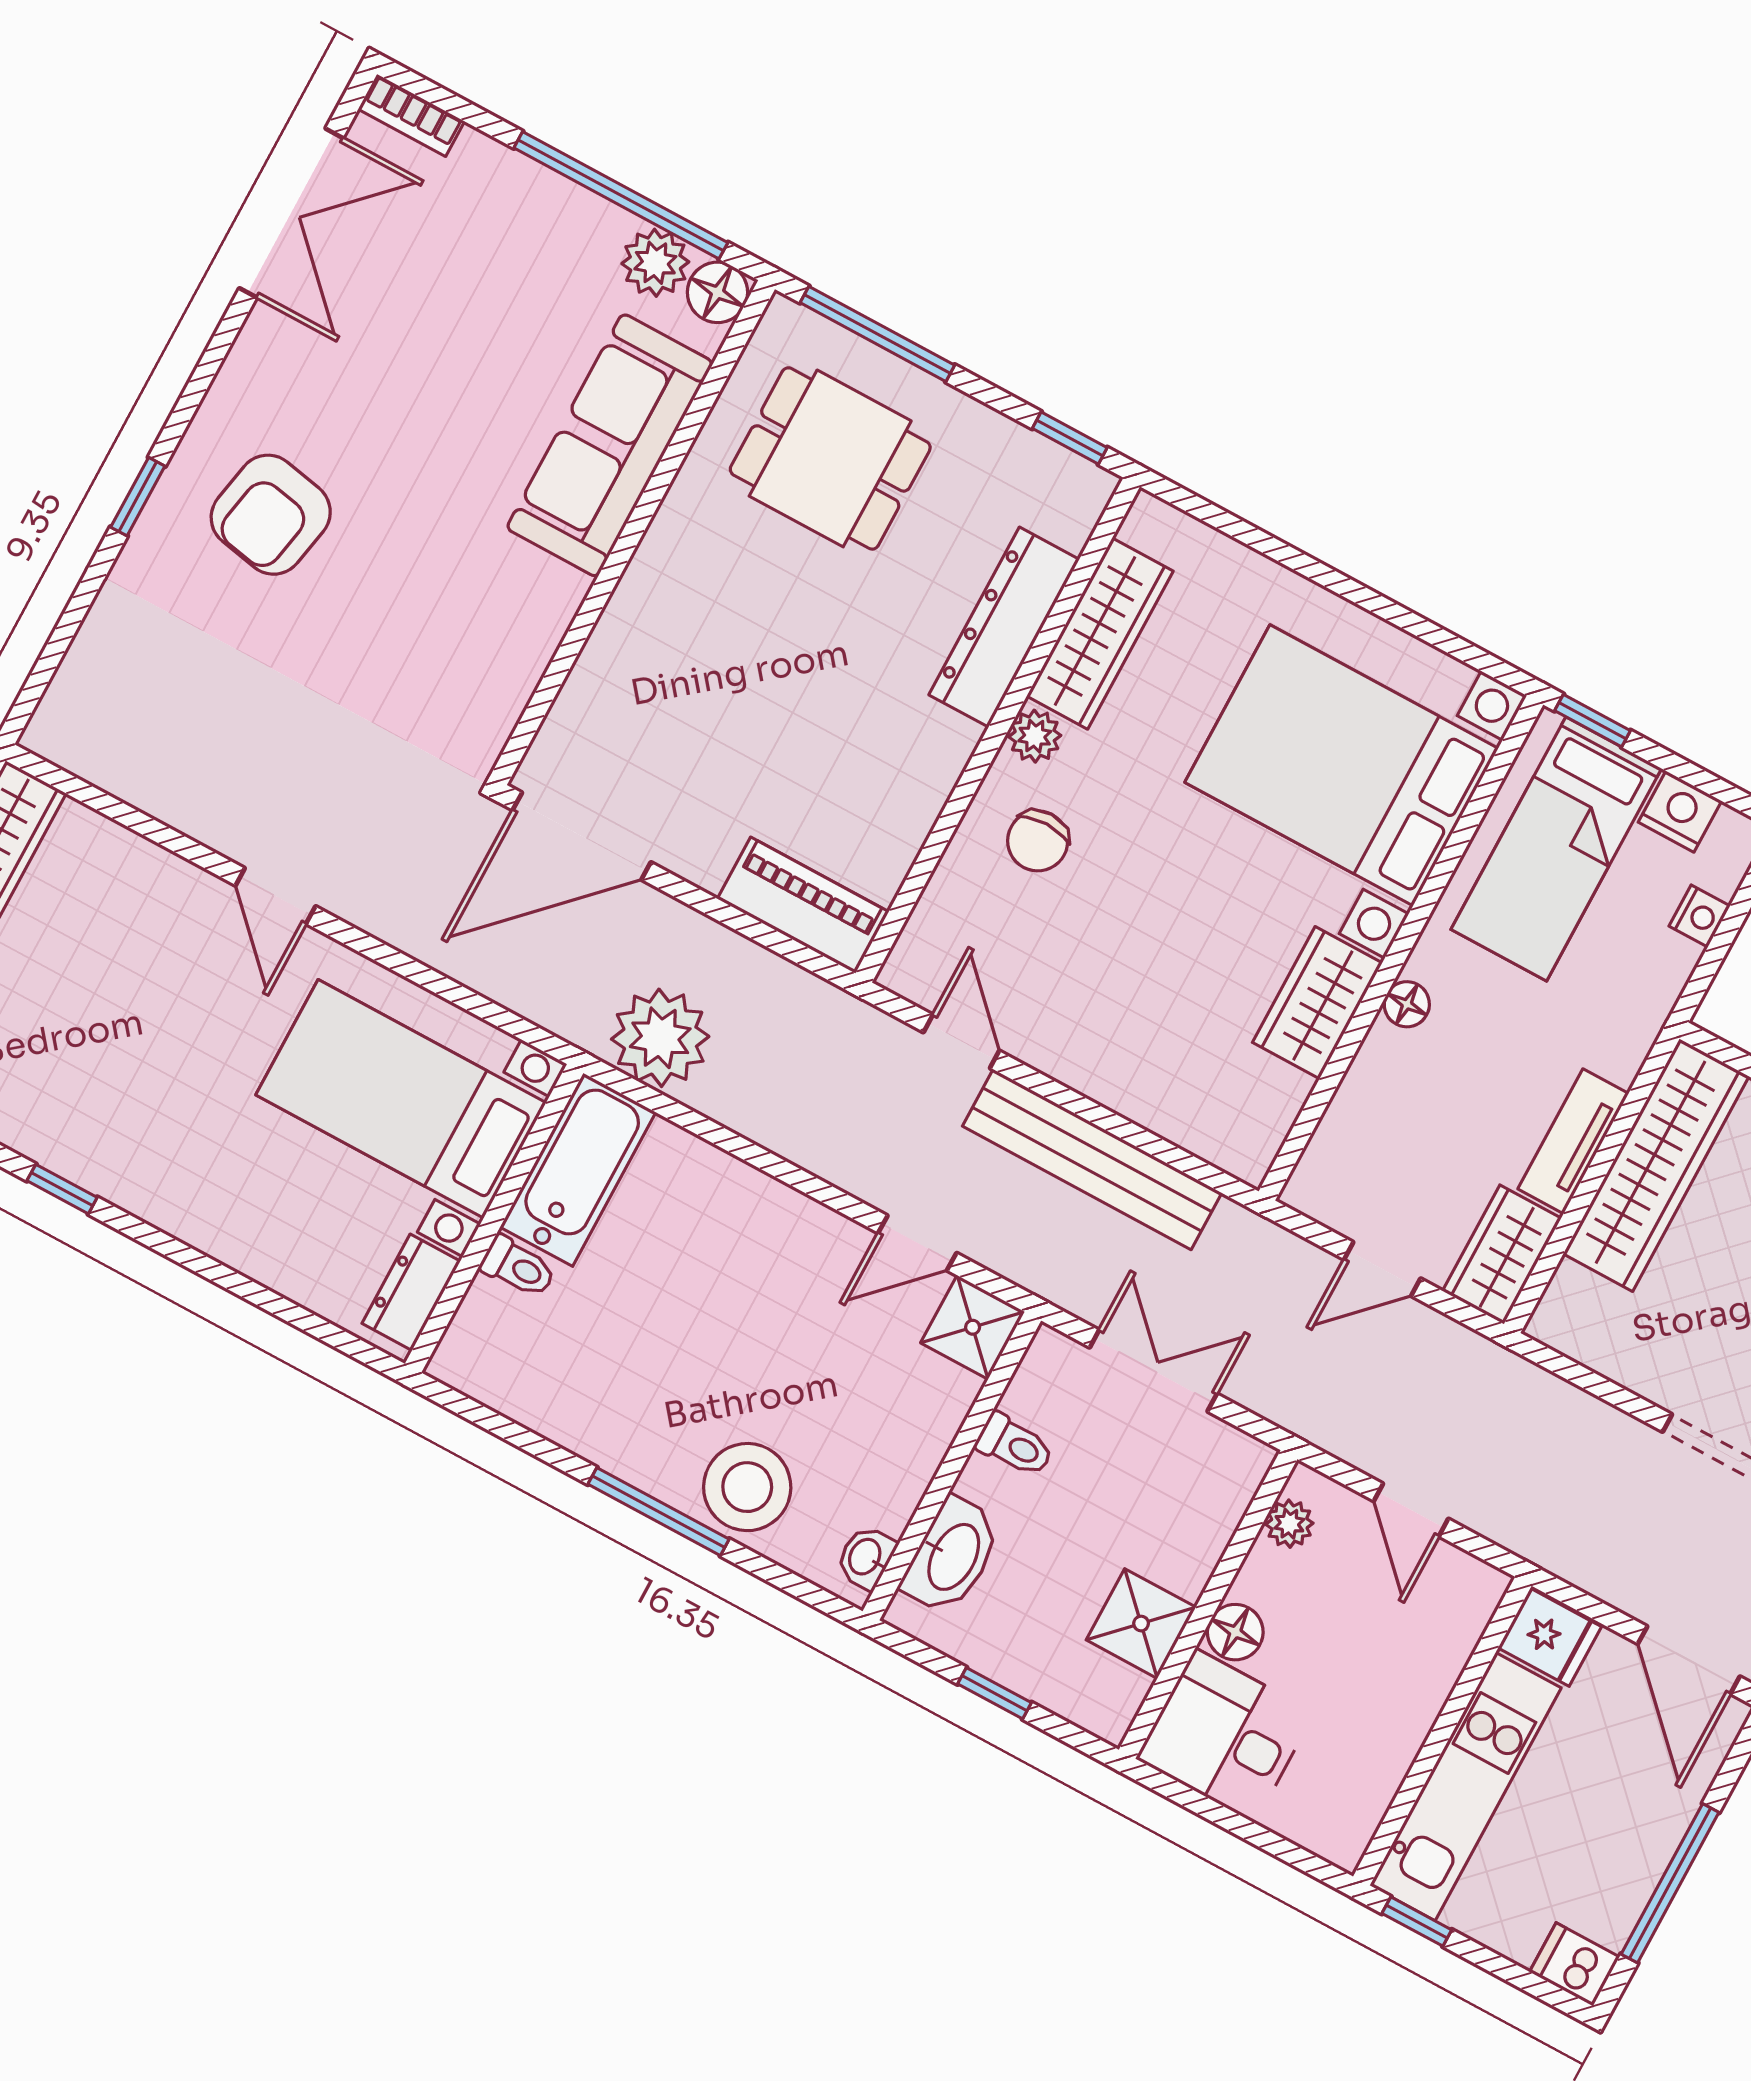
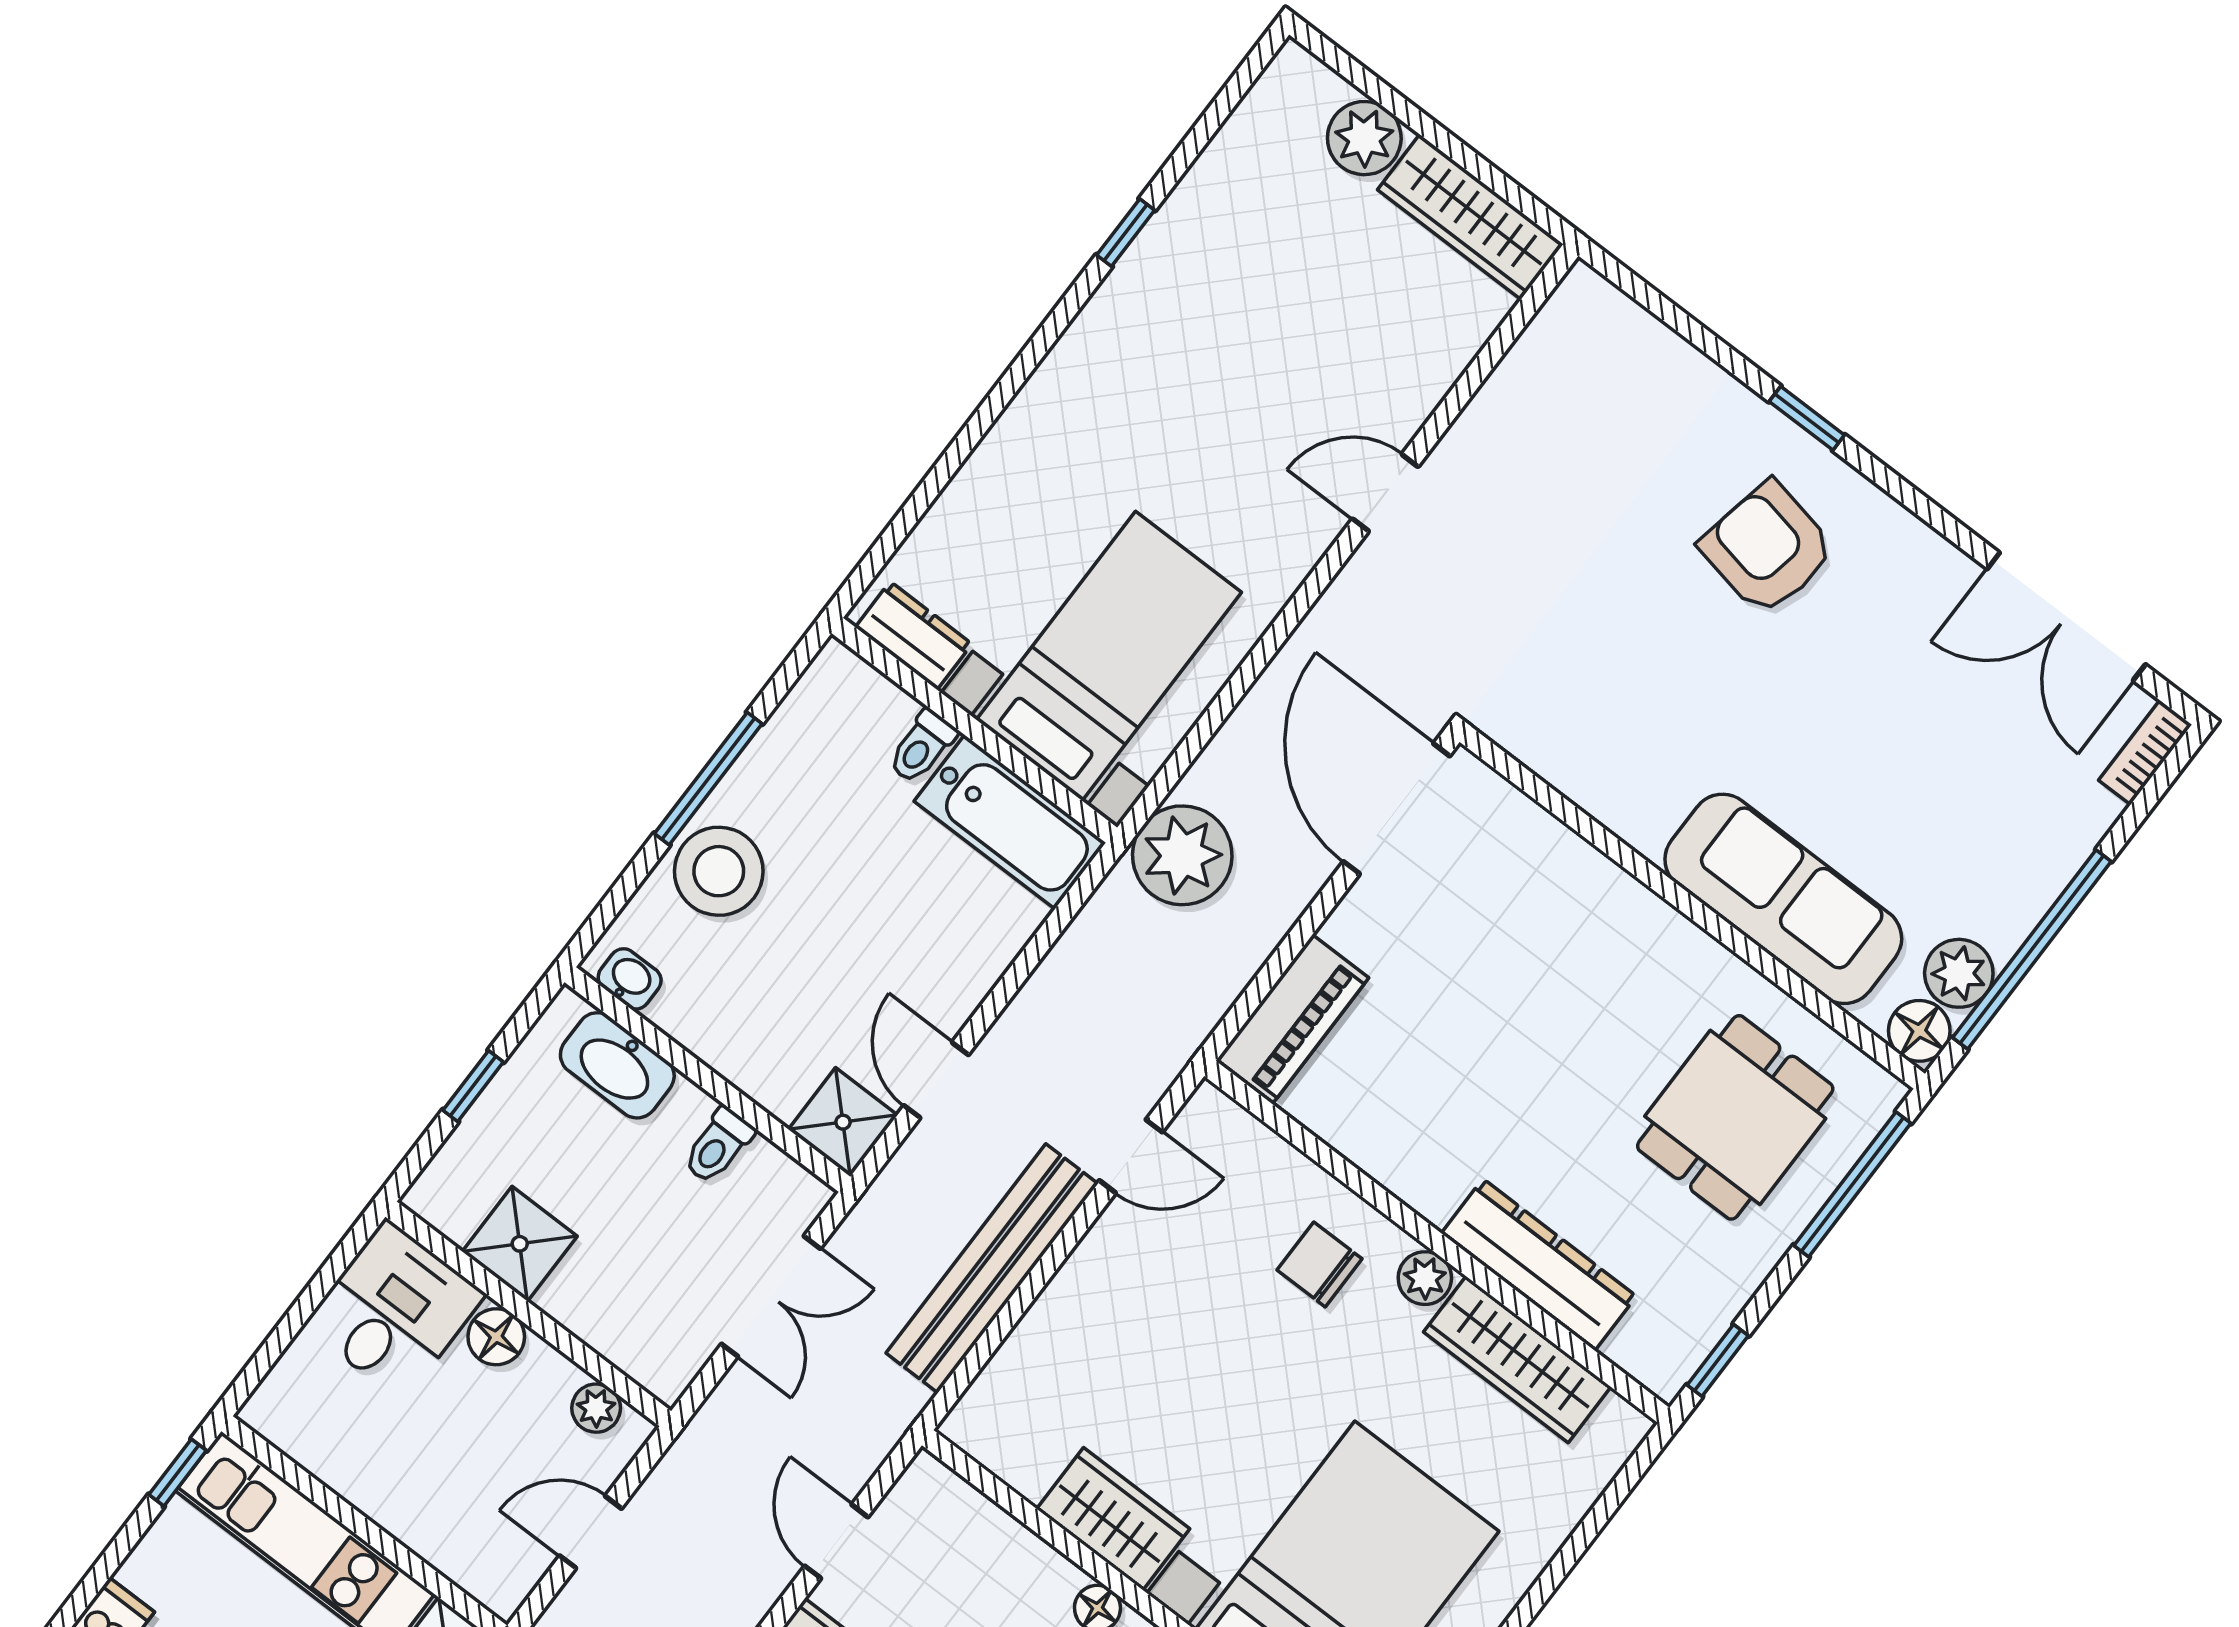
bed with nightstands: (401, 1099) -> (1109, 656), moved
bathtub: (578, 1170) -> (1010, 822), moved
wall: (494, 1218) -> (974, 730), moved
toilet: (518, 1267) -> (922, 747), moved
dresser: (411, 1292) -> (914, 636), moved

